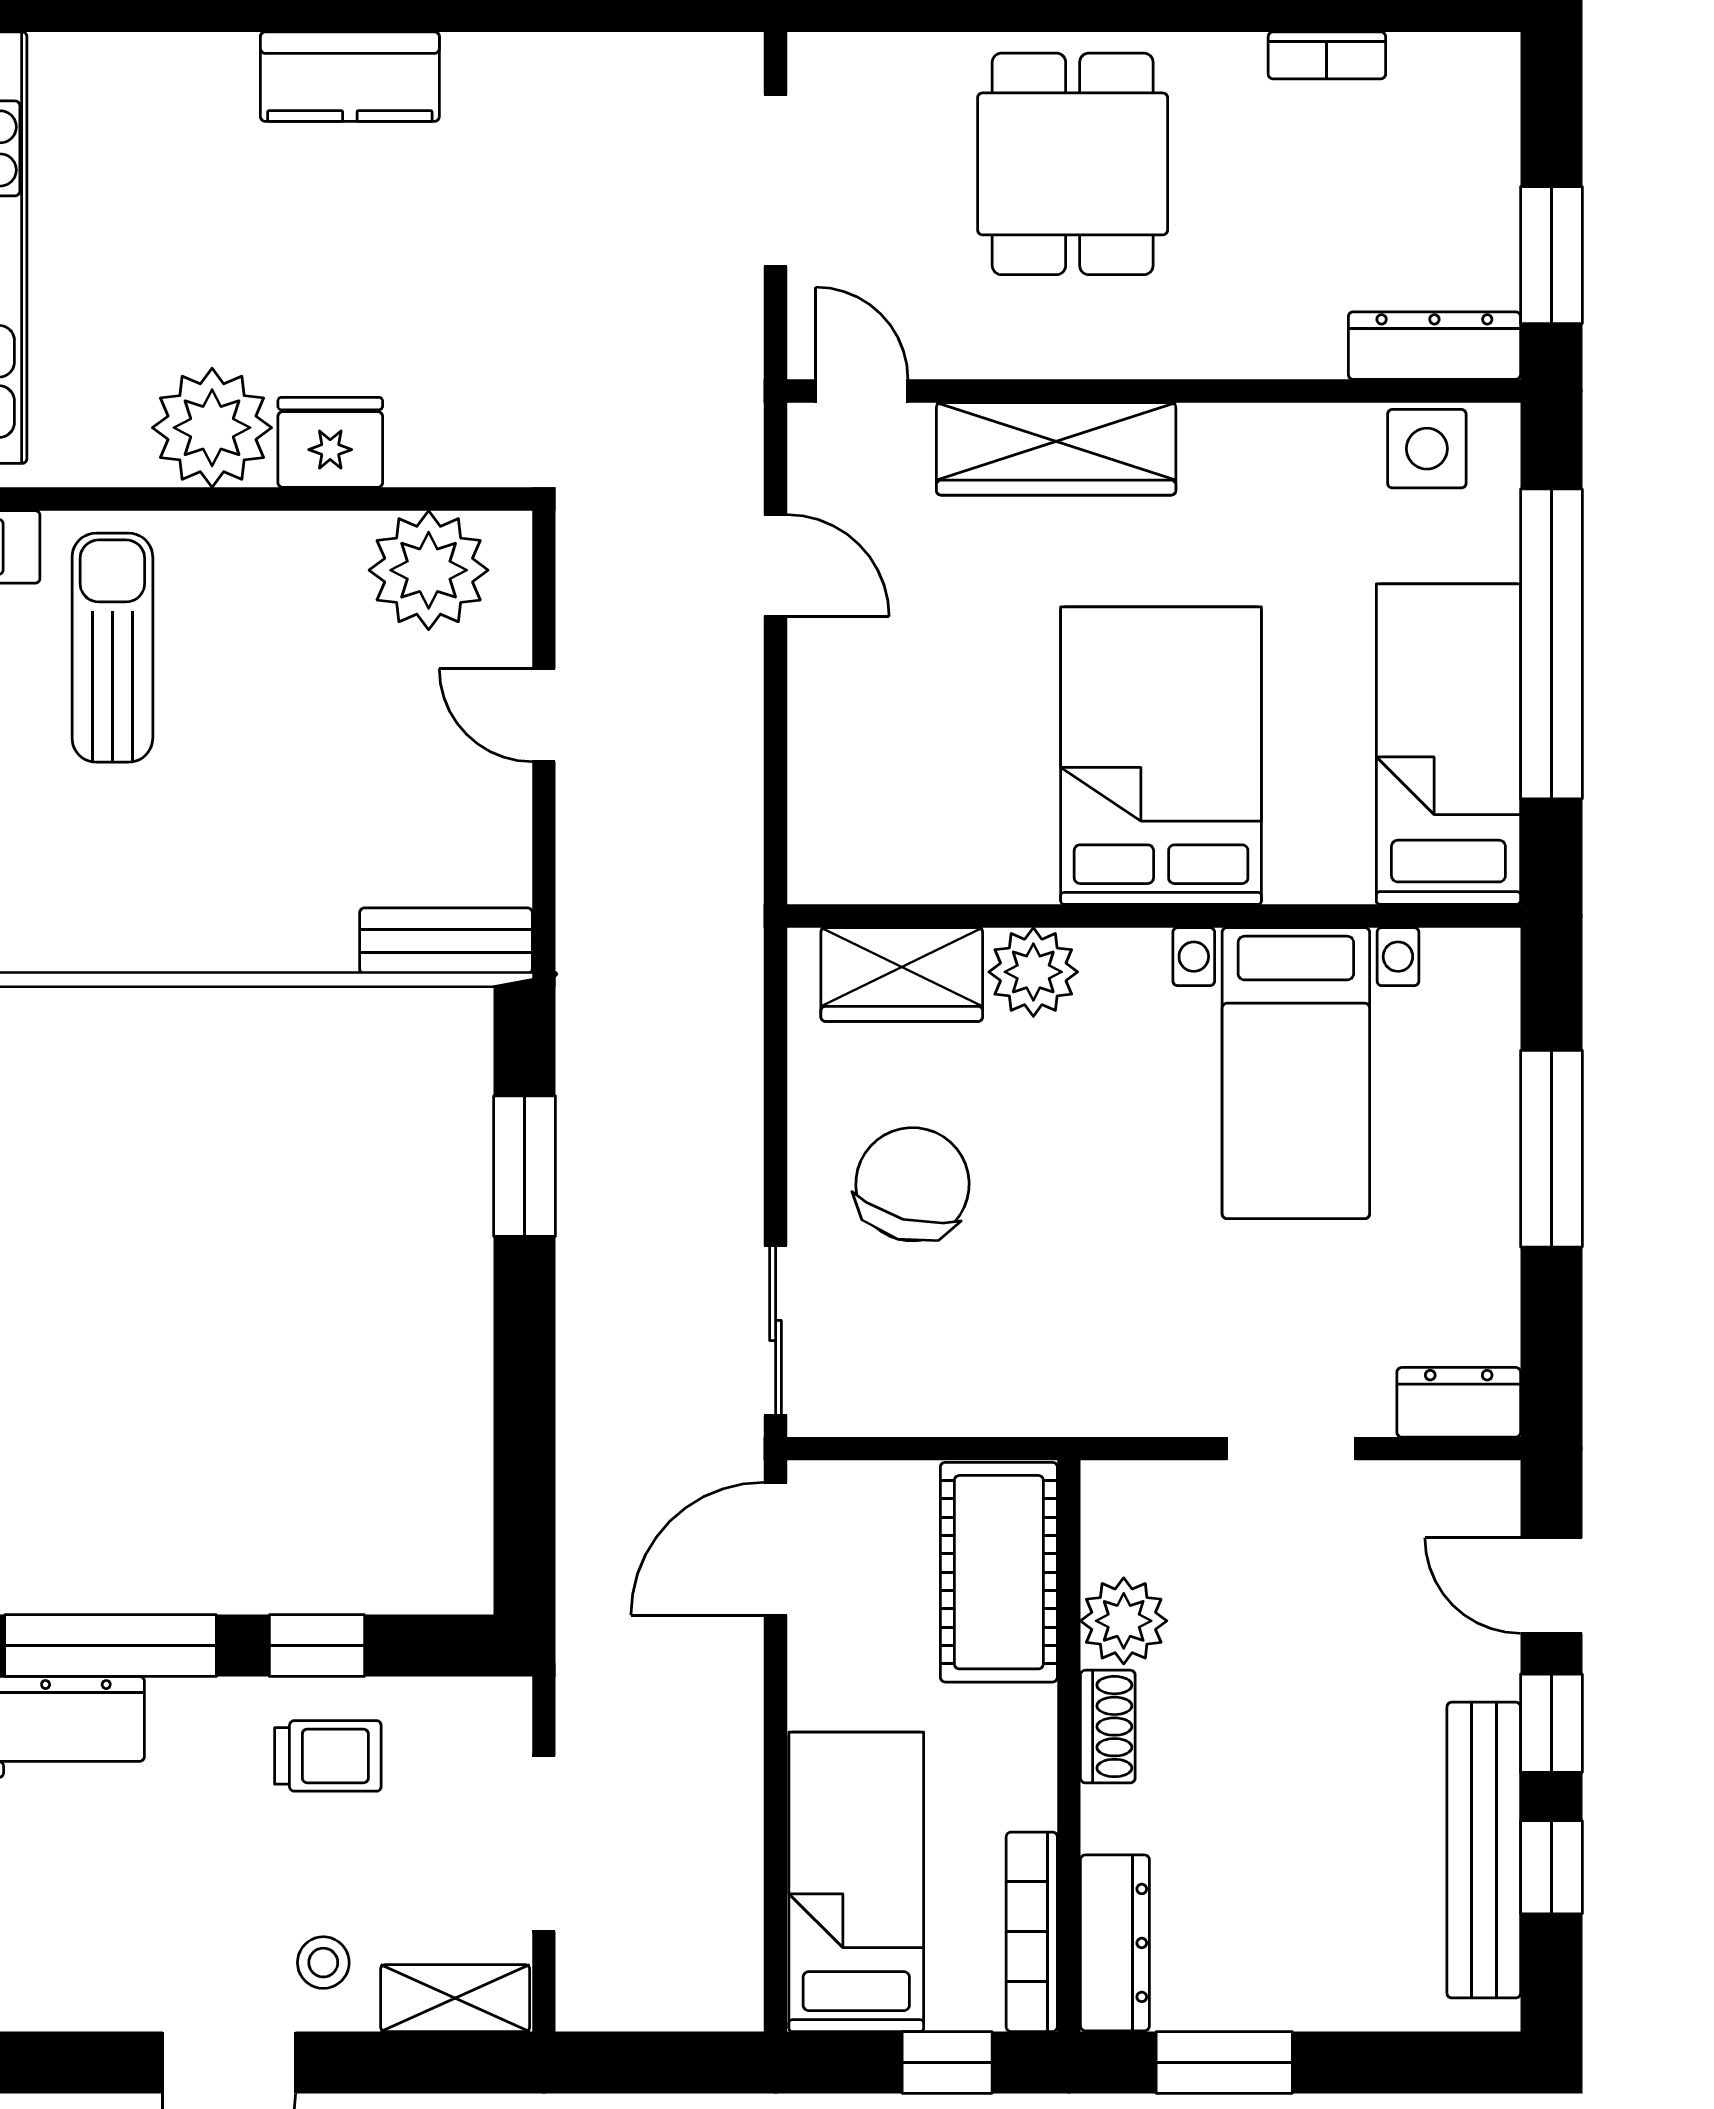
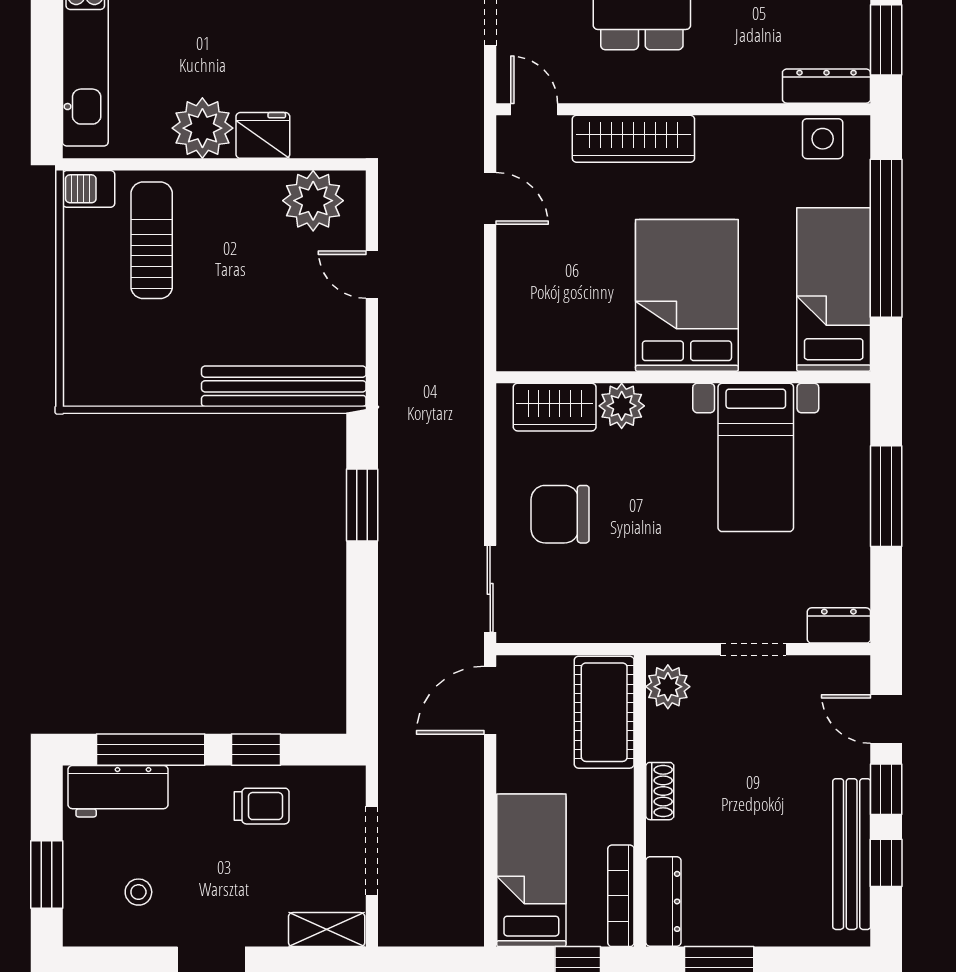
bench: (446, 941) -> (284, 386), width x1.86, depth x1.21
chair: (912, 1184) -> (560, 514), turned -105
plant: (1124, 1621) -> (668, 687), moved
stool: (323, 1963) -> (138, 892), moved

